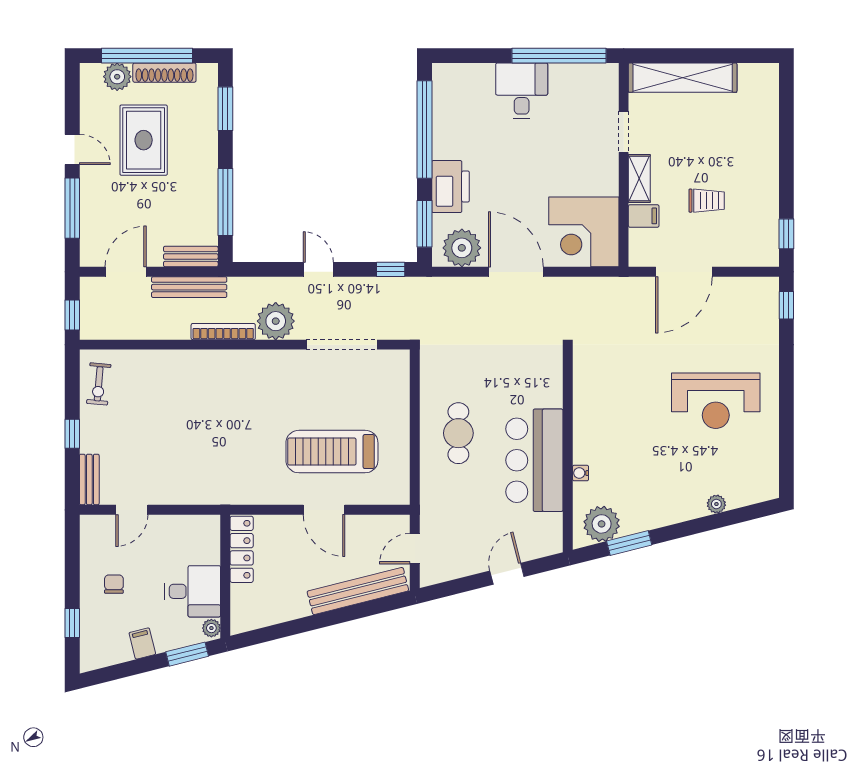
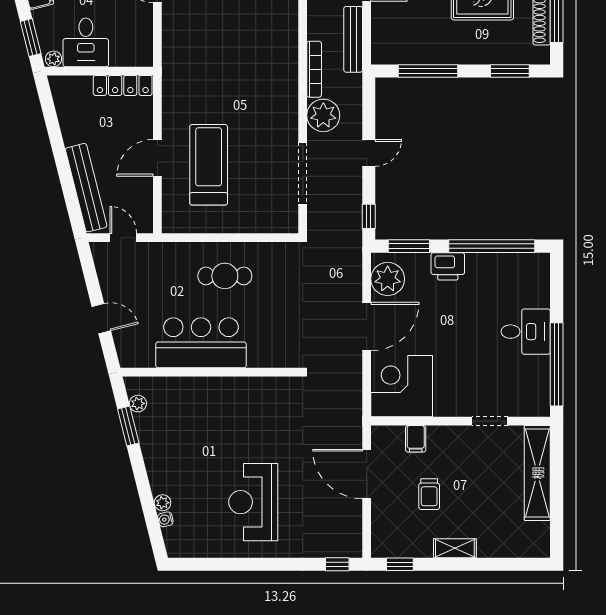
shelving: (639, 178) -> (455, 548), moved
printer: (450, 187) -> (448, 266), width x0.73, depth x0.84
bench: (191, 257) -> (380, 41), removed
water cooler: (581, 473) -> (165, 519), moved, turned -104
plant: (602, 524) -> (138, 404), width x0.53, depth x0.53

